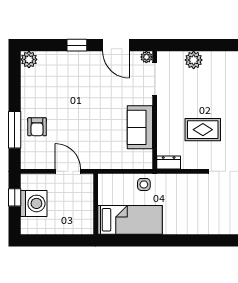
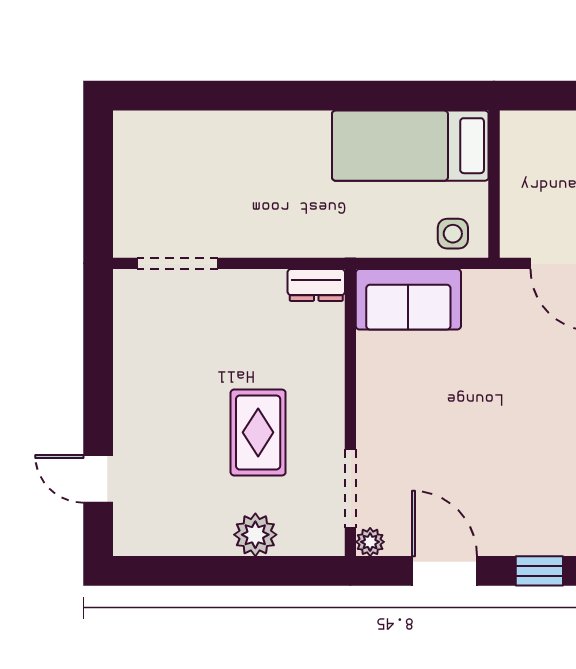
sofa: (140, 127) -> (408, 299), moved, turned 90
rug: (203, 130) -> (258, 432), moved, turned 90
side table: (144, 184) -> (453, 234), moved

